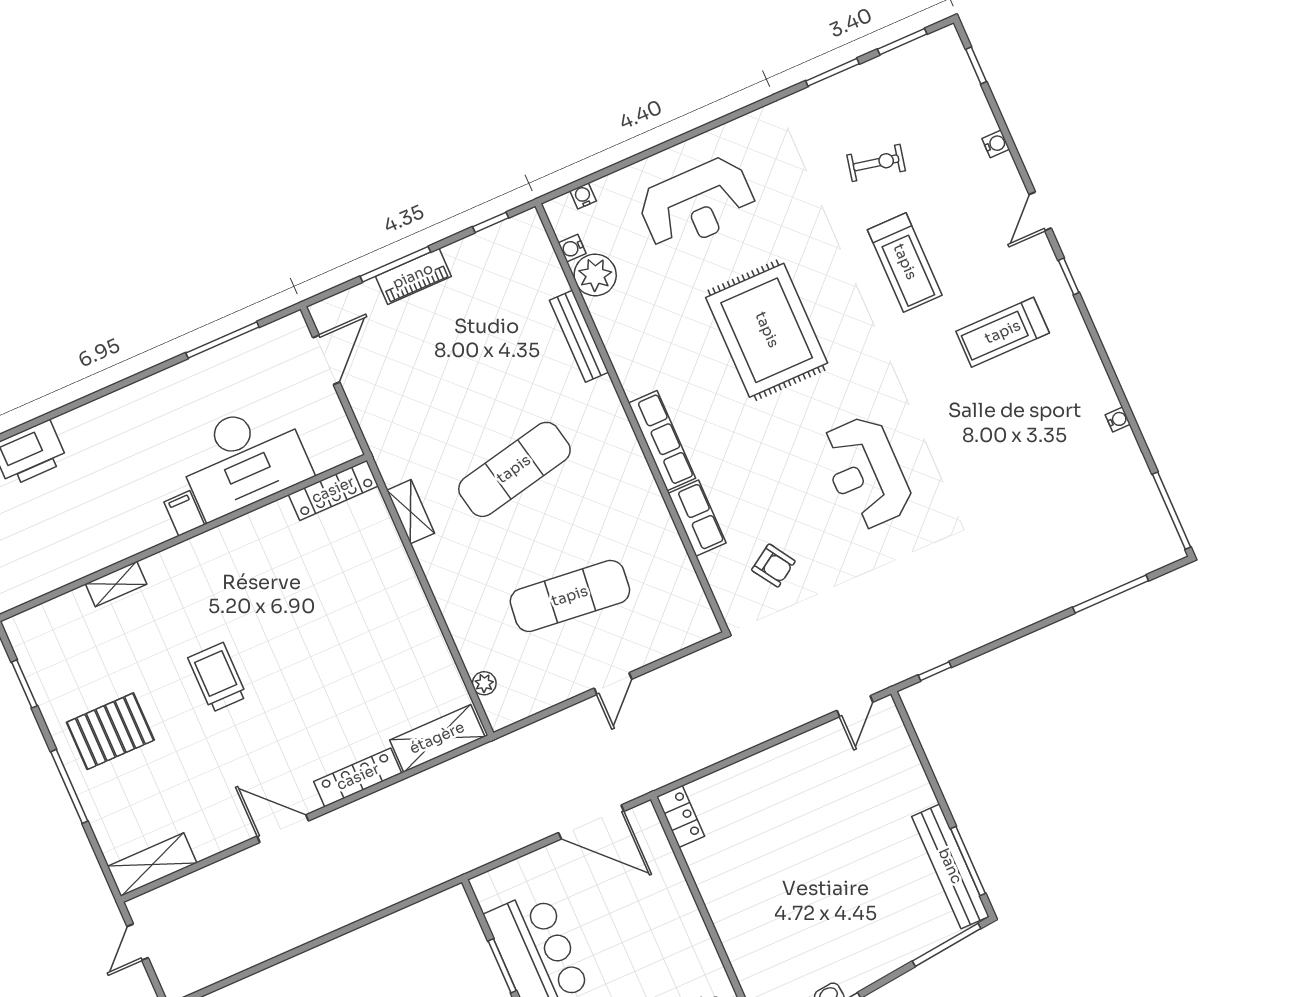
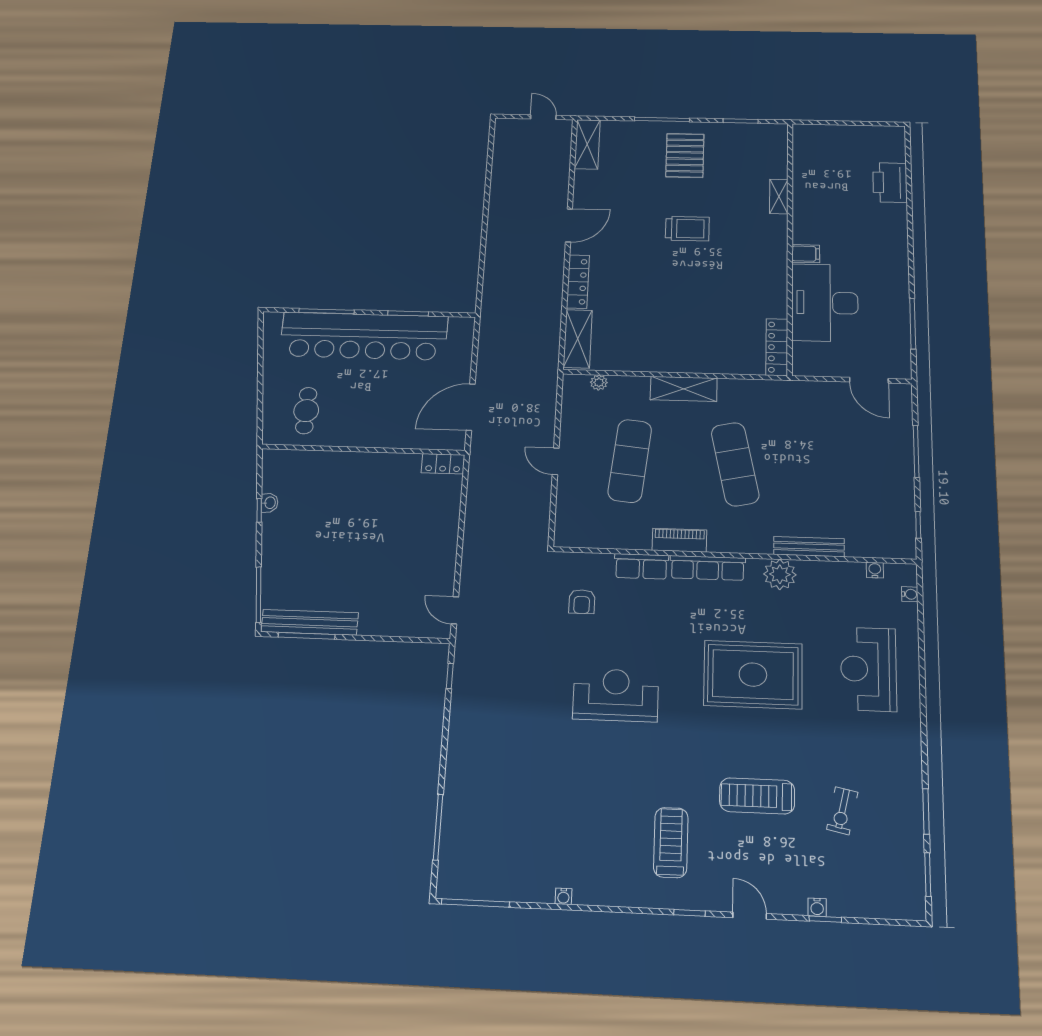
window: (976, 65) -> (825, 919), moved
plant: (595, 275) -> (780, 574), moved
piano: (413, 276) -> (680, 540), moved, turned 90
shelving: (411, 512) -> (684, 389), moved, width x1.50, depth x1.33
armchair: (773, 566) -> (582, 602), turned -57

